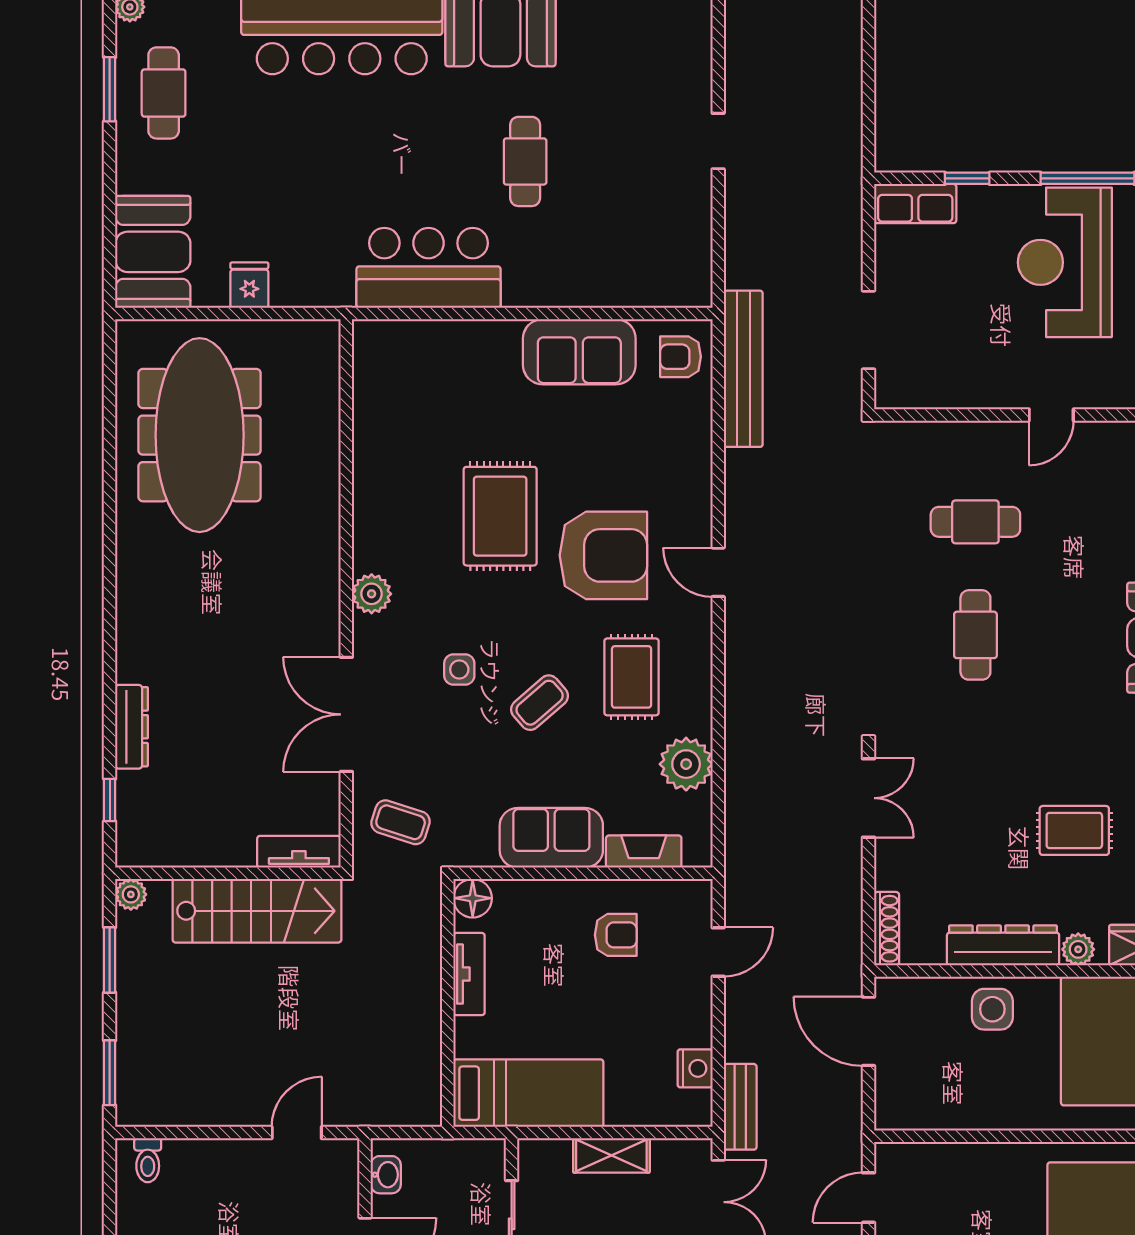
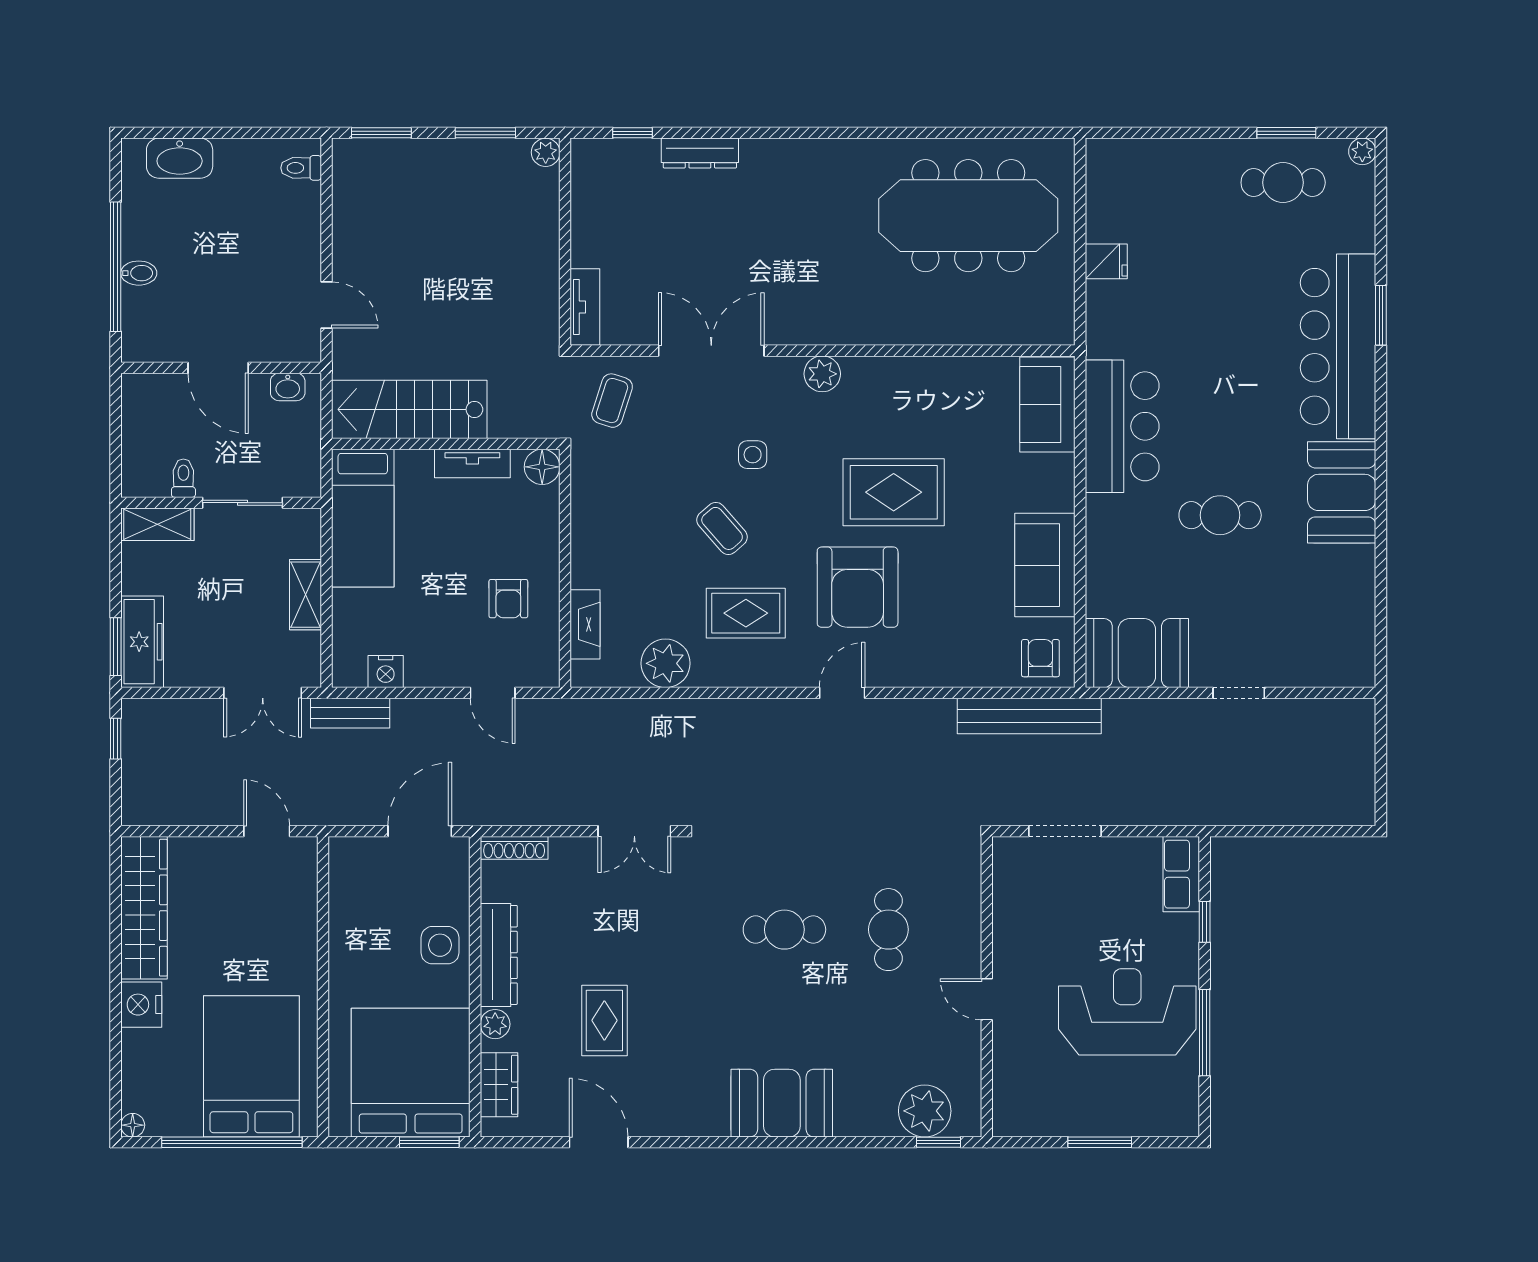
booth: (153, 252) -> (1137, 653), moved
sofa: (551, 838) -> (1047, 405), moved, turned 180
stairs: (257, 911) -> (409, 409), moved, turned 90

